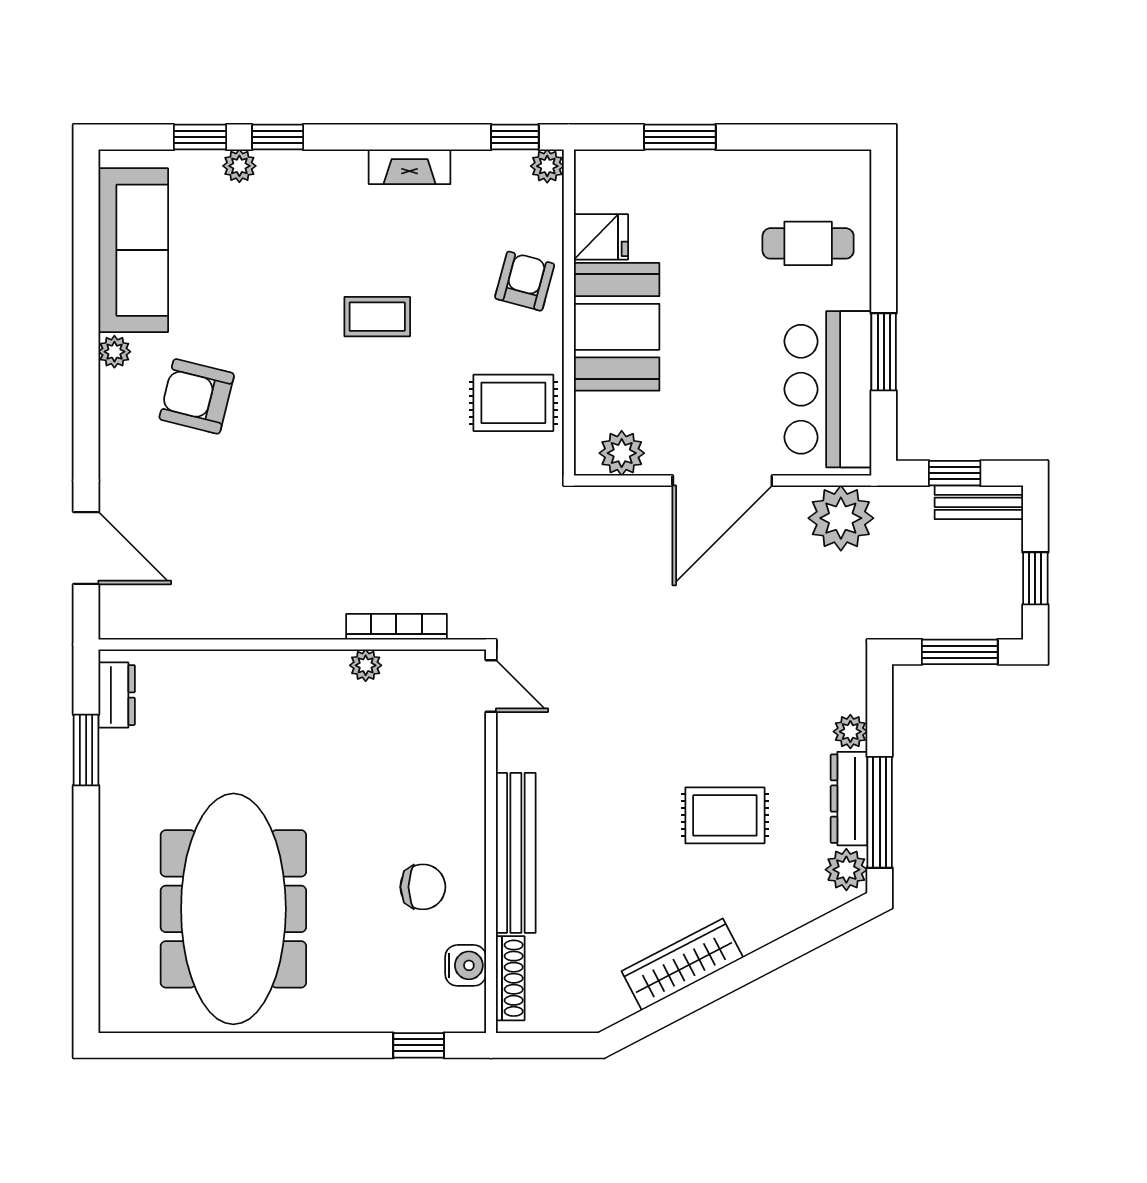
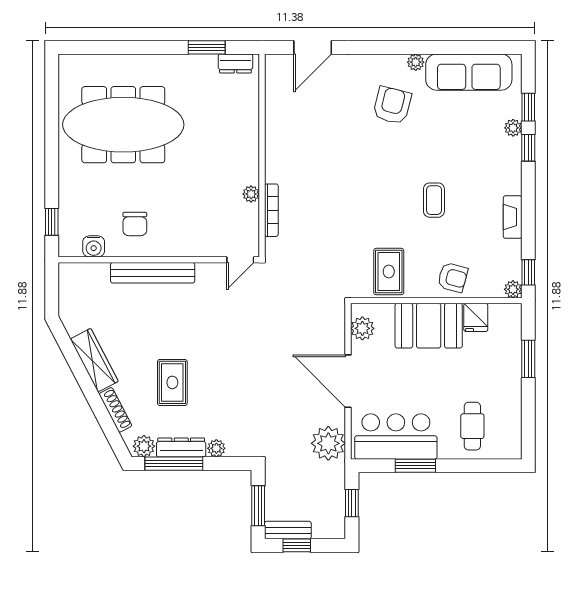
bench: (979, 502) -> (288, 530), moved, turned 90
shoe rack: (510, 978) -> (115, 410), moved, turned -117

